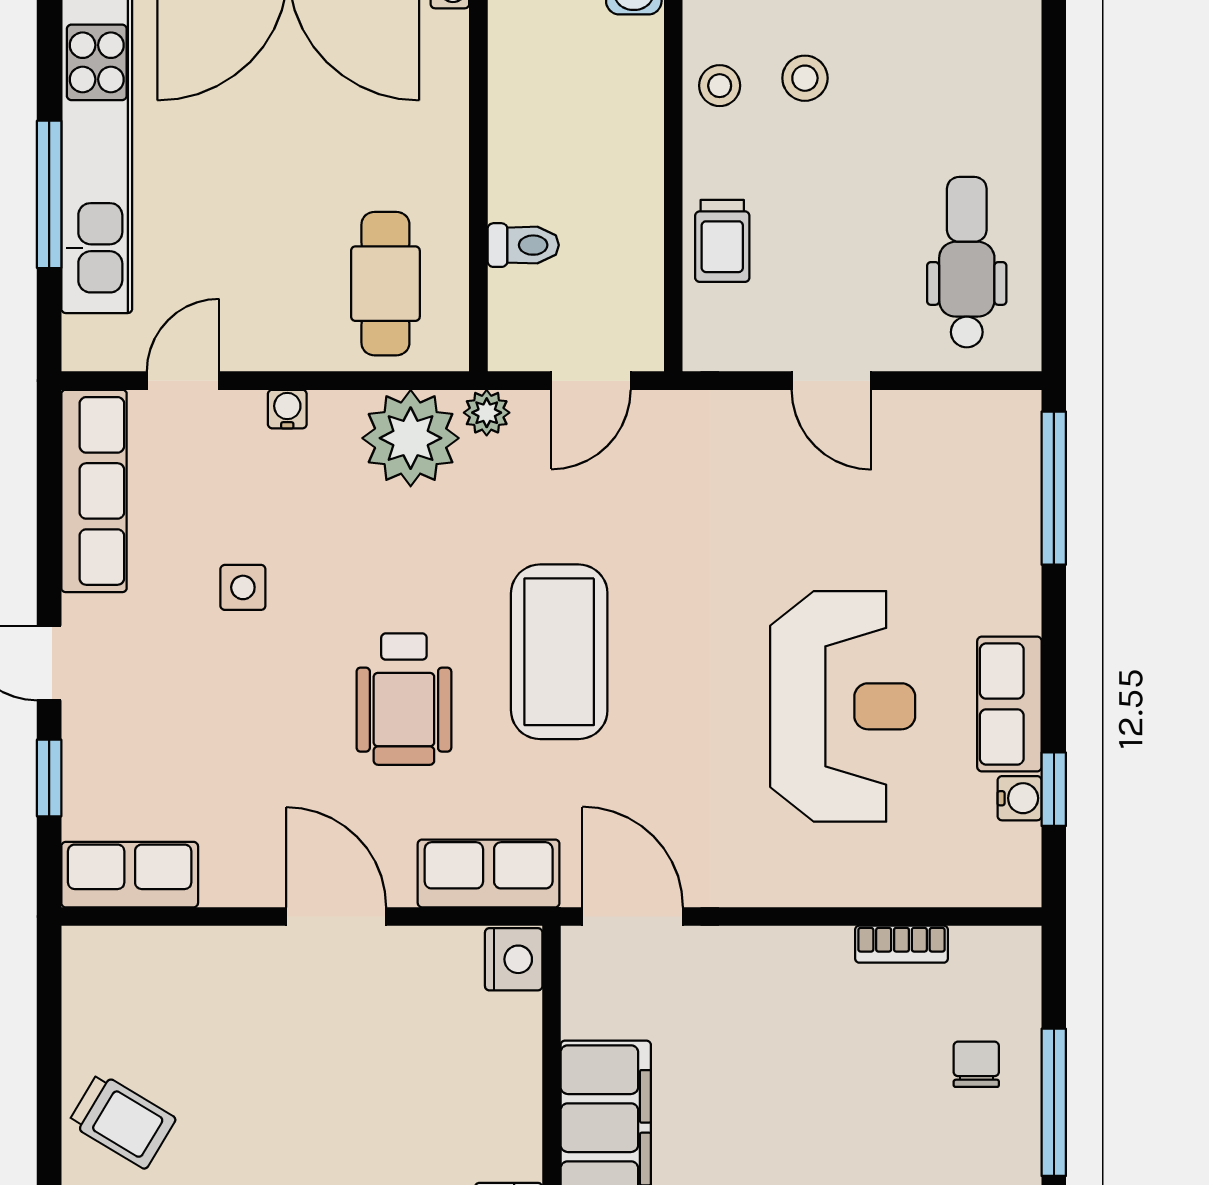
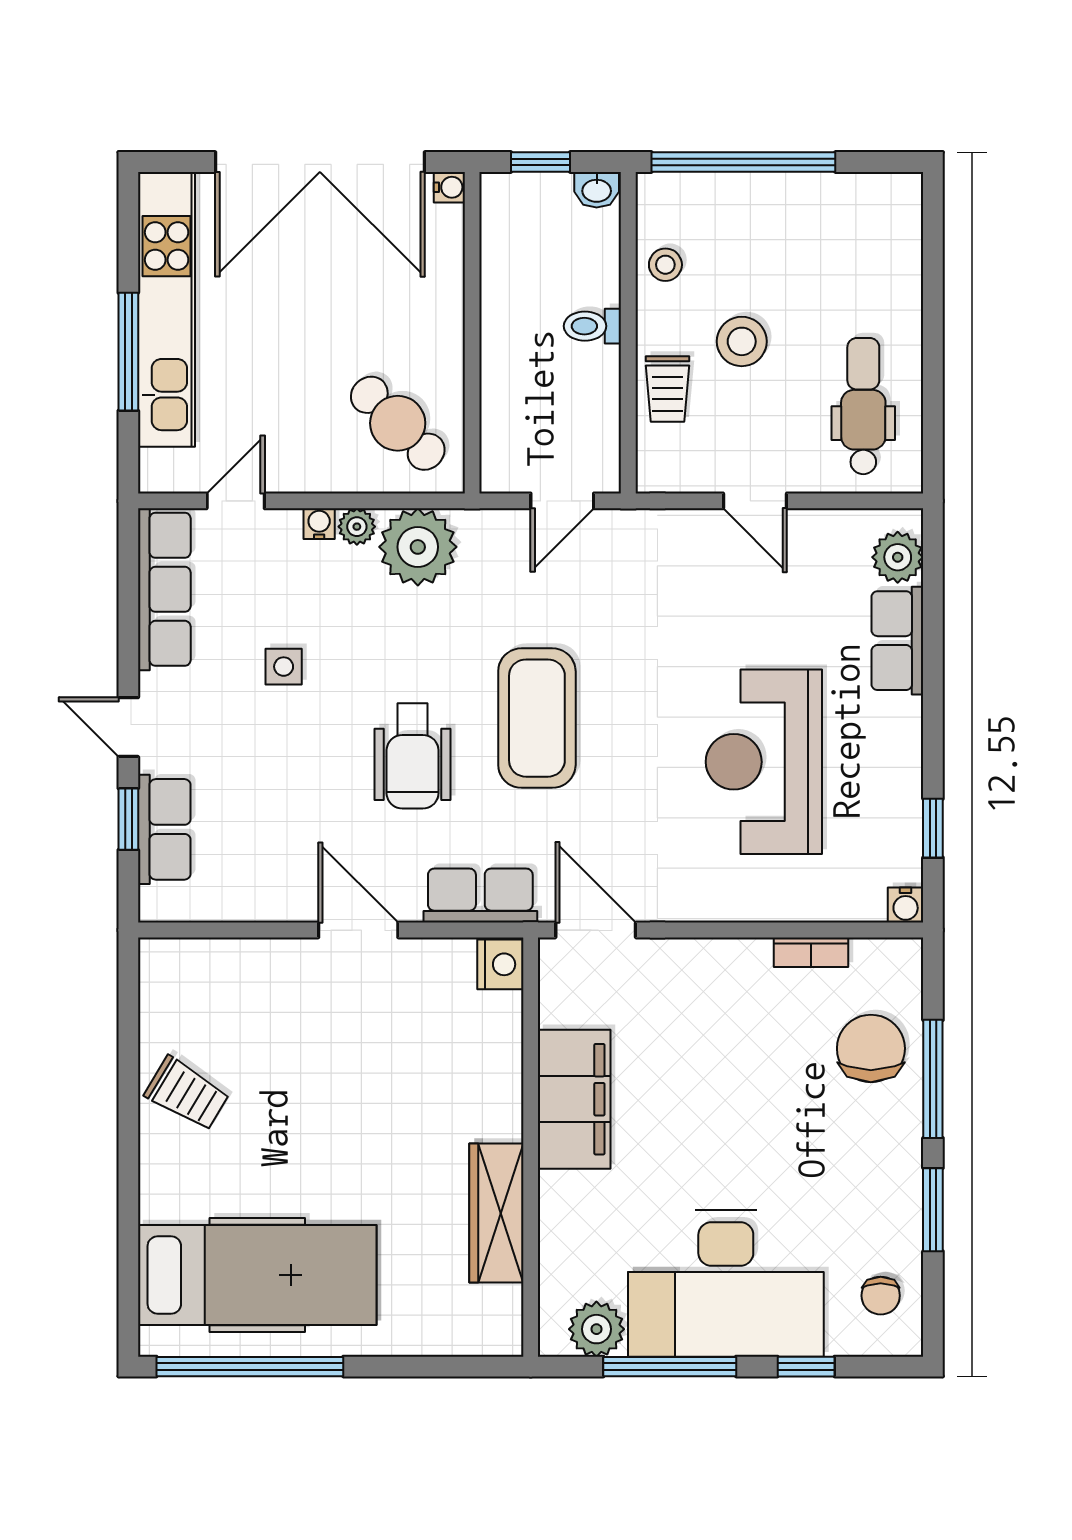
stool: (805, 78) -> (742, 341), moved, width x1.37, depth x1.37
toilet: (523, 245) -> (592, 326), moved, turned 180
cafe table: (385, 284) -> (398, 423), turned -45
plant: (487, 413) -> (357, 527), moved
plant: (1010, 451) -> (898, 557), added
window: (1054, 488) -> (933, 587), removed
row of seats: (1009, 704) -> (897, 641), moved
reception desk: (843, 706) -> (764, 762), turned 180
water cooler: (1020, 798) -> (906, 905), moved, turned 90
row of seats: (130, 875) -> (164, 829), moved, turned 90
chair: (976, 1064) -> (871, 1048), width x1.87, depth x1.87

